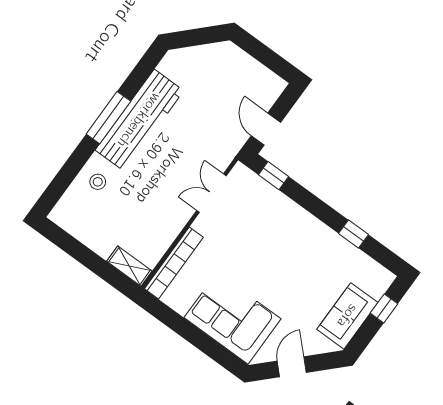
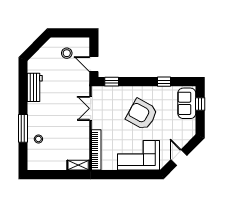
stool: (237, 82) -> (67, 53), added
window: (108, 118) -> (23, 128), moved
workbench: (139, 120) -> (35, 87), width x0.53, depth x0.76
armchair: (283, 259) -> (142, 114), added
sofa: (347, 316) -> (187, 103), moved

